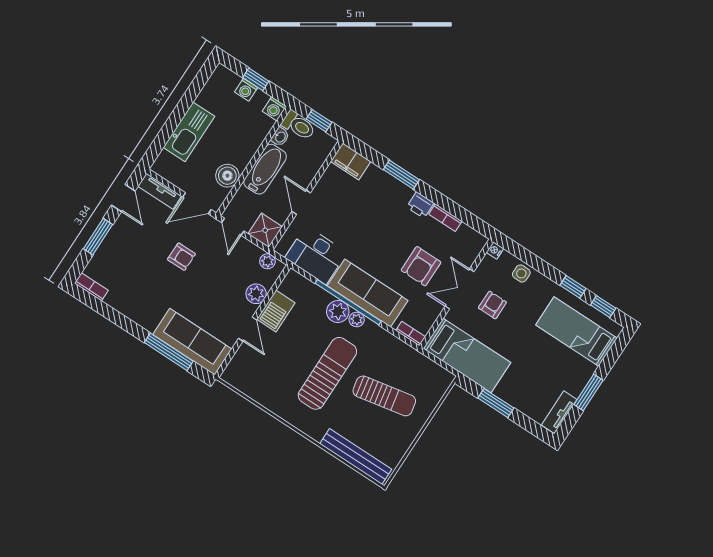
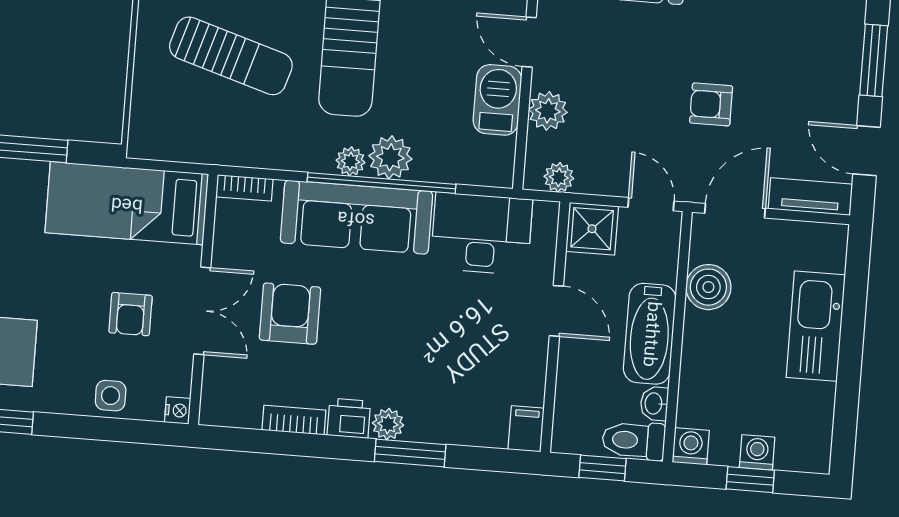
filing cabinet: (351, 161) -> (526, 429), width x0.50
plant: (404, 193) -> (388, 424), added
sun lounger: (384, 396) -> (231, 56), turned -152

